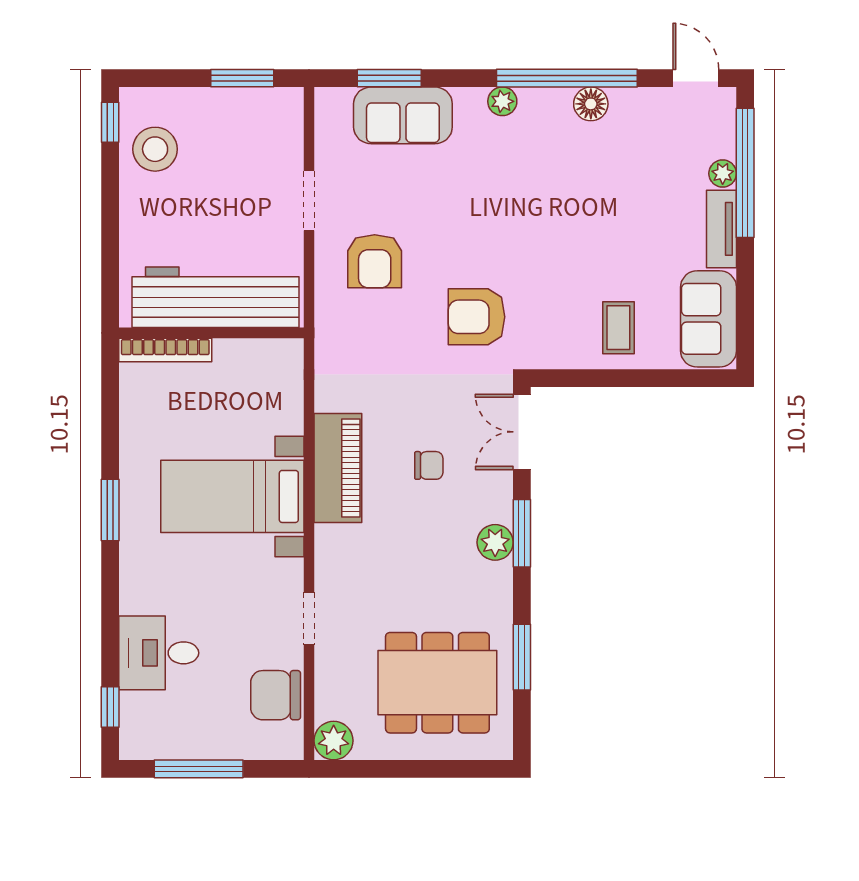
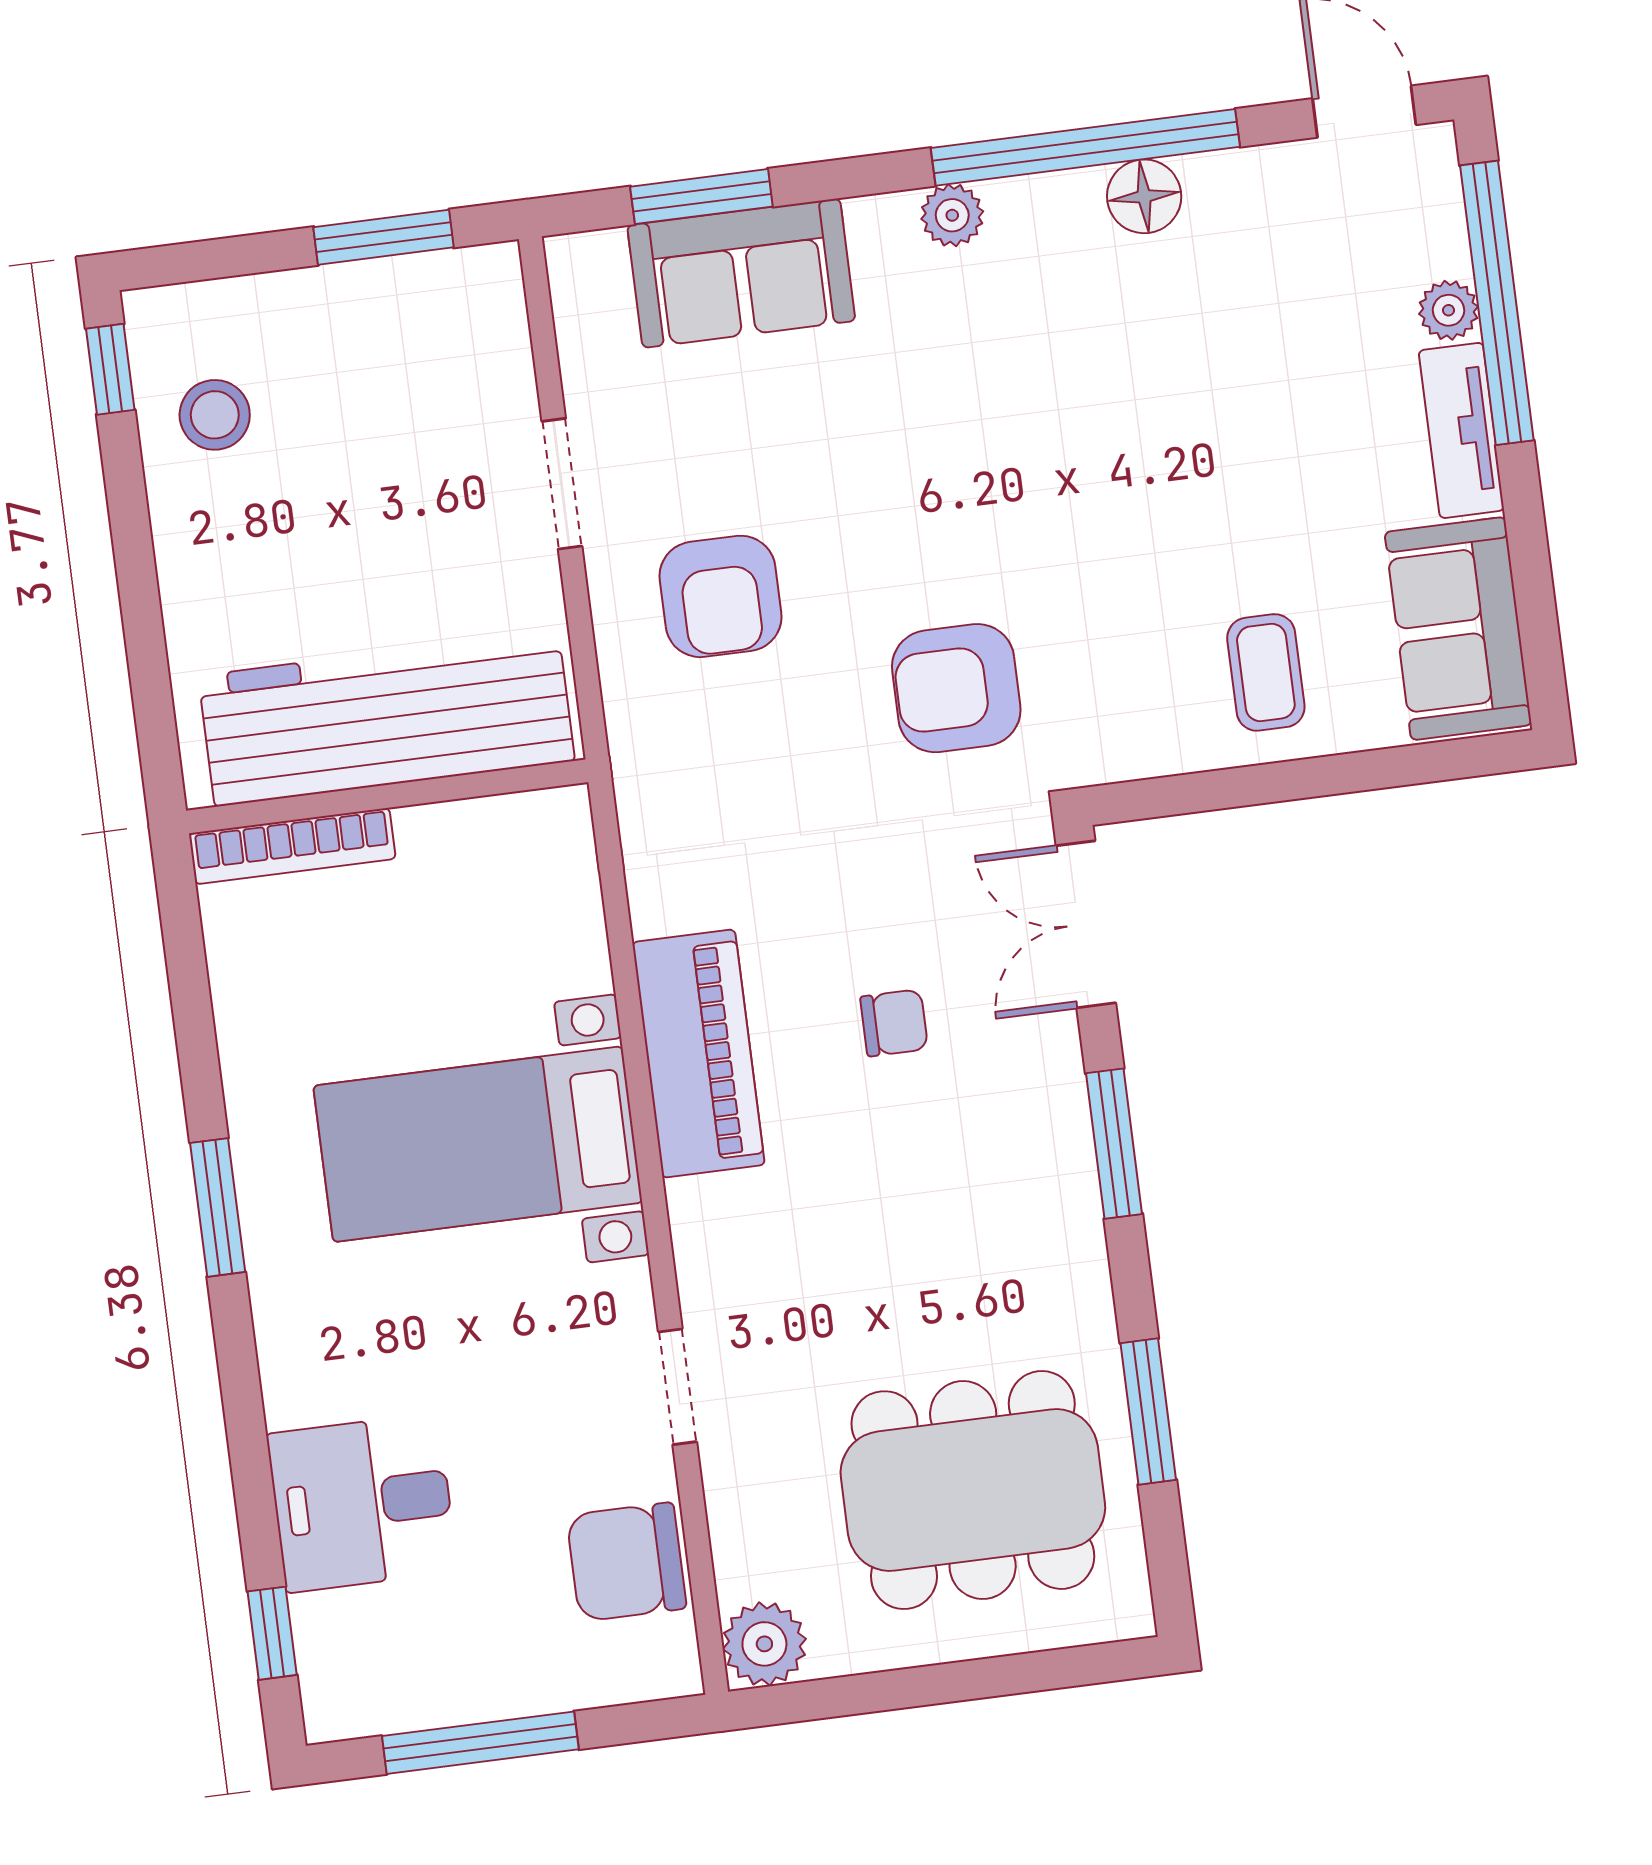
stool: (155, 149) -> (215, 415), width x0.73, depth x0.73
plant: (495, 542) -> (1059, 1171), removed

